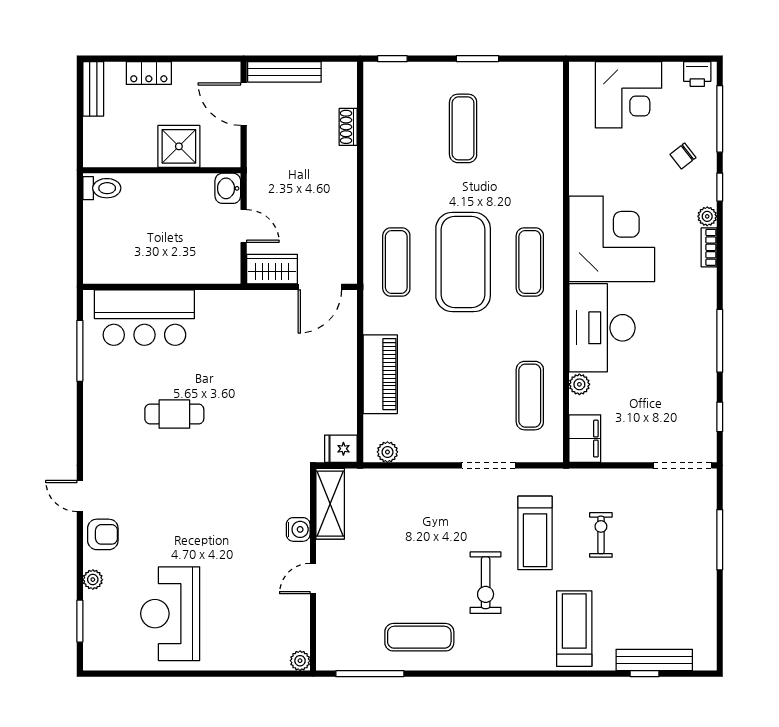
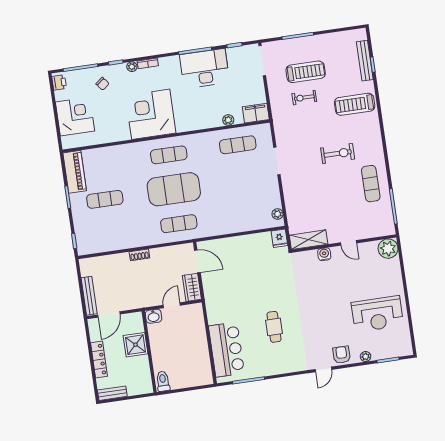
locker: (149, 73) -> (99, 360), width x1.53
shoe rack: (348, 127) -> (139, 255), moved
desk: (602, 328) -> (205, 68), moved, turned 180
piano: (380, 374) -> (75, 172), moved, turned 90
treadmill: (535, 533) -> (306, 72), moved
plant: (300, 661) -> (388, 249), width x1.87, depth x1.87

